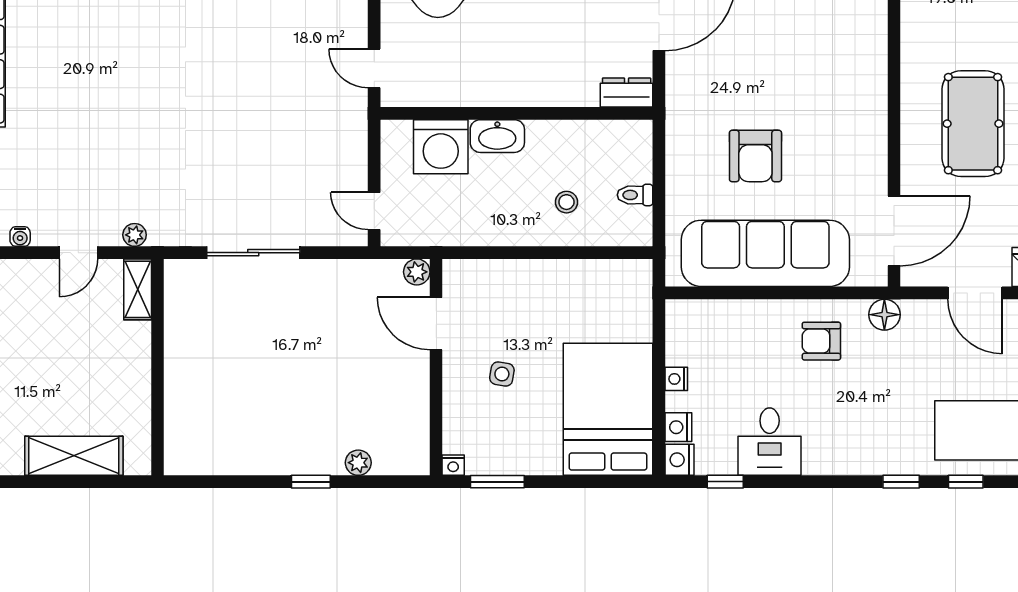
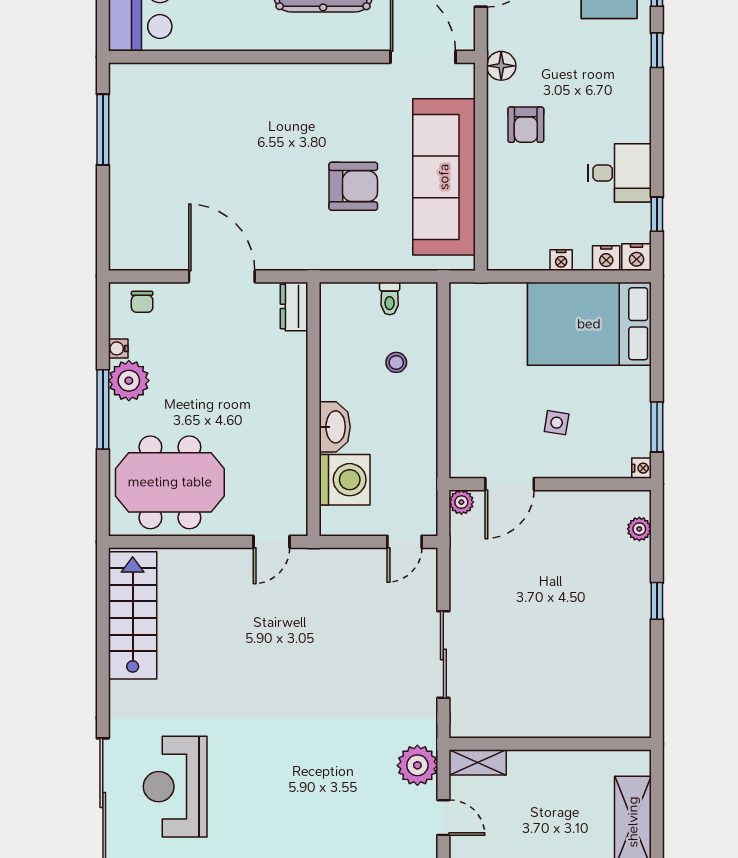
plant: (135, 235) -> (417, 765), width x1.88, depth x1.88
plant: (358, 463) -> (639, 529), moved

